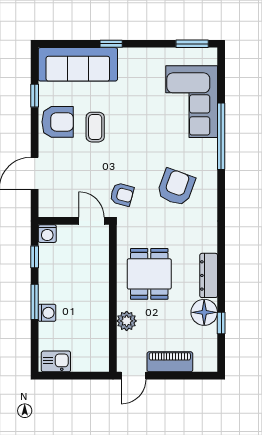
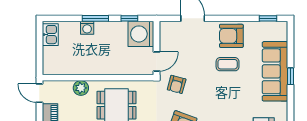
sofa: (78, 64) -> (275, 71), moved
window: (35, 96) -> (268, 18), moved
armchair: (58, 122) -> (231, 36), turned 90
washing machine: (47, 234) -> (141, 34), width x1.89, depth x1.89

